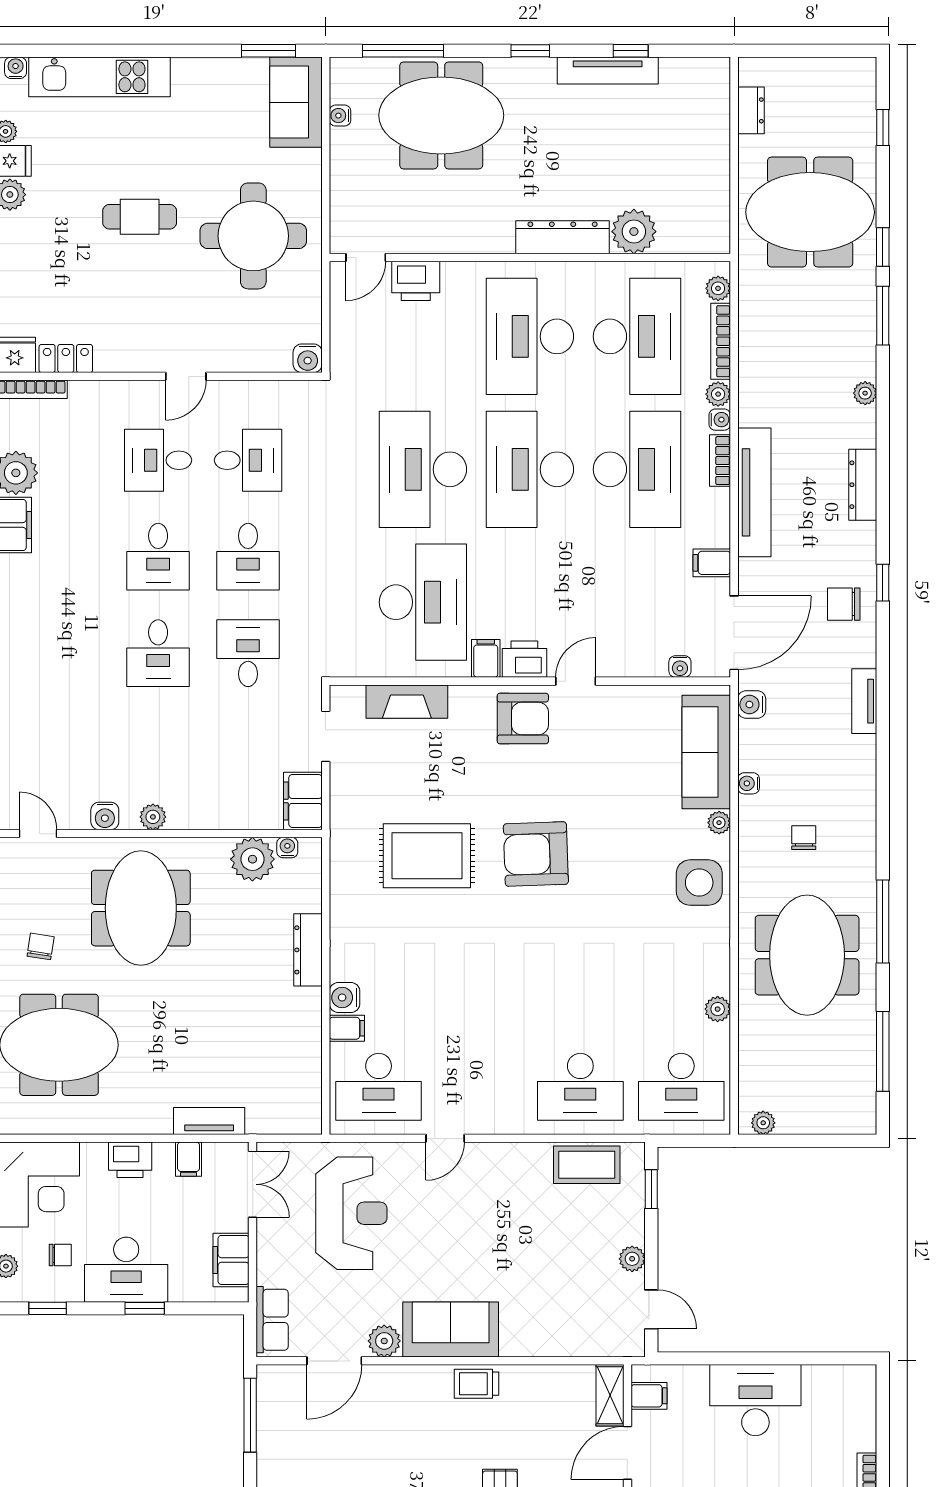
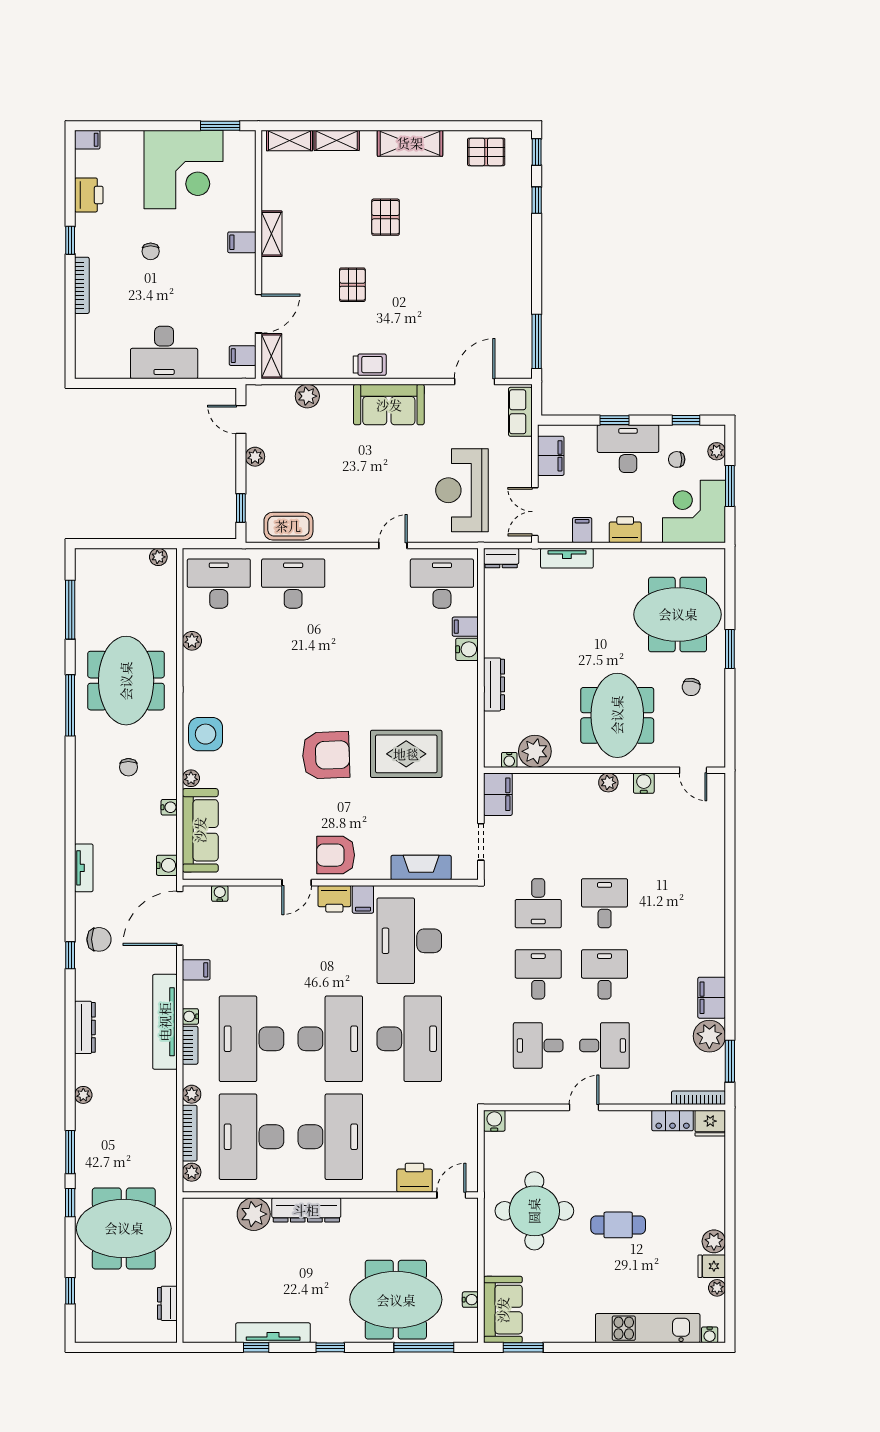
water cooler: (720, 420) -> (190, 1016), moved
dresser: (298, 1121) -> (501, 558), added
plant: (384, 1341) -> (307, 396), moved

